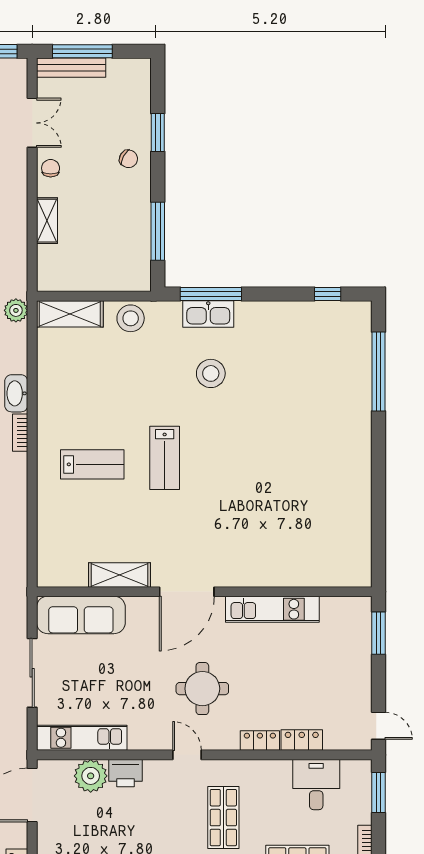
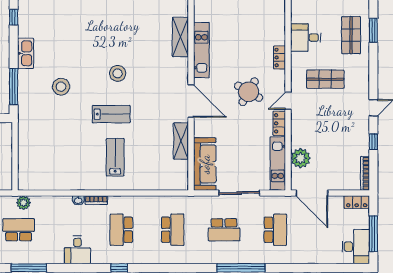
shelving: (70, 314) -> (180, 37), moved
kitchen sink: (208, 314) -> (26, 53), moved
stool: (131, 318) -> (118, 73), moved
washbasin: (16, 393) -> (78, 200), width x0.52, depth x0.69
round table: (202, 689) -> (249, 92), turned 30
locker: (302, 740) -> (279, 123), moved
printer: (126, 773) -> (299, 137), removed
desk: (316, 785) -> (306, 38), moved

